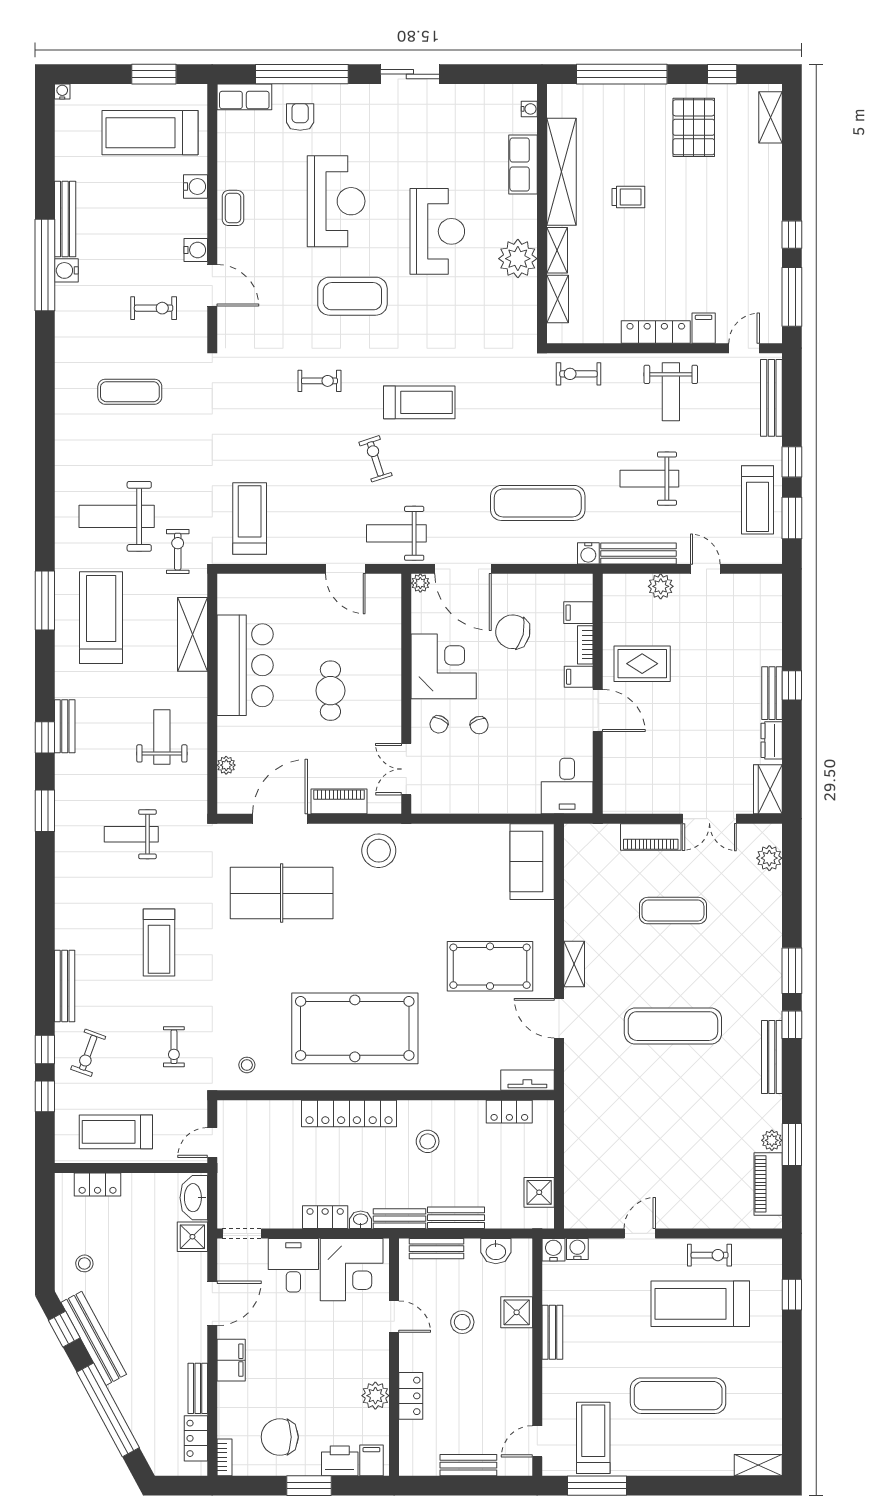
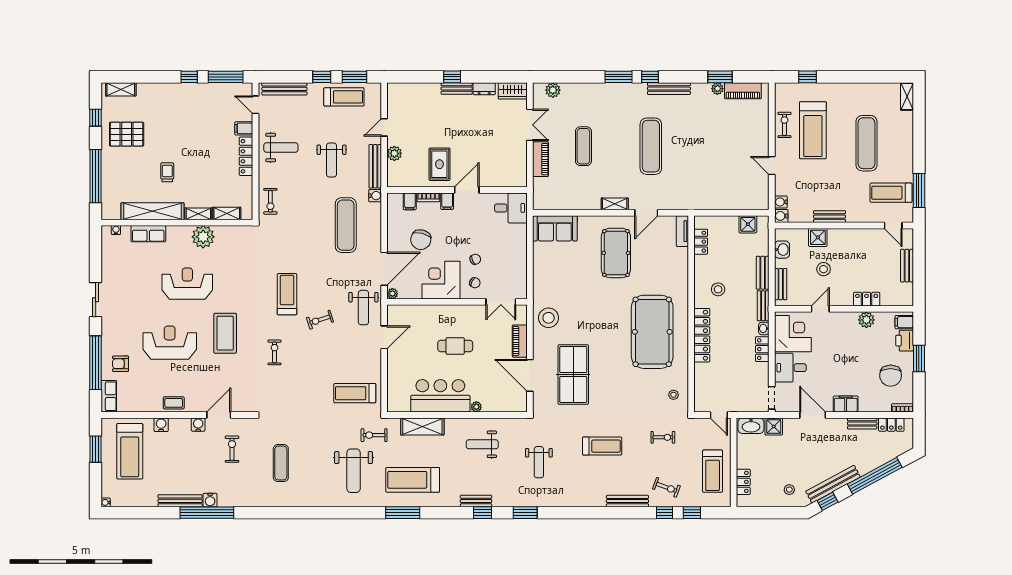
plant: (226, 765) -> (476, 407), moved

